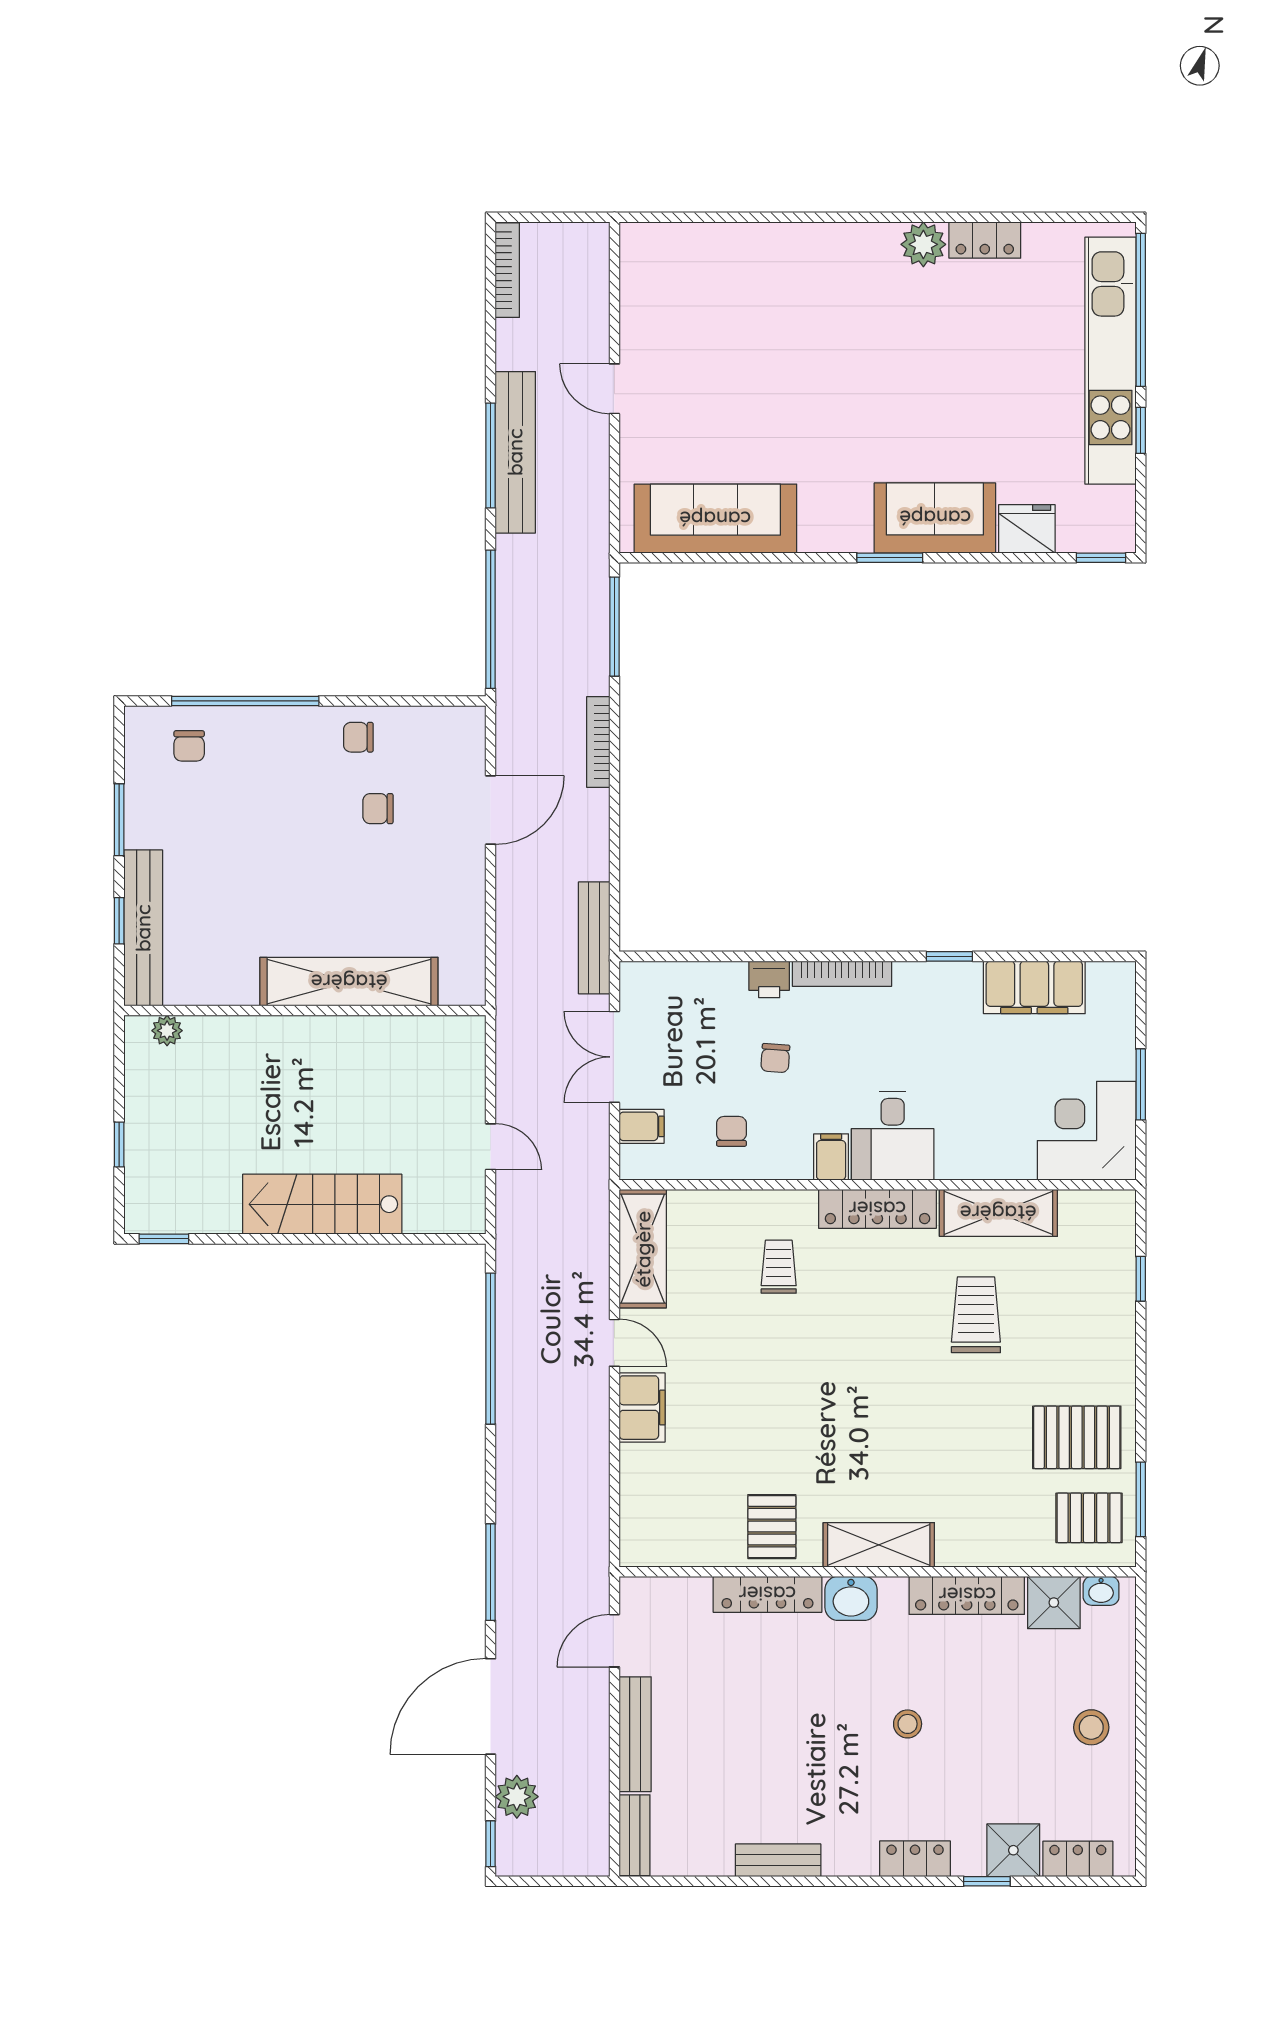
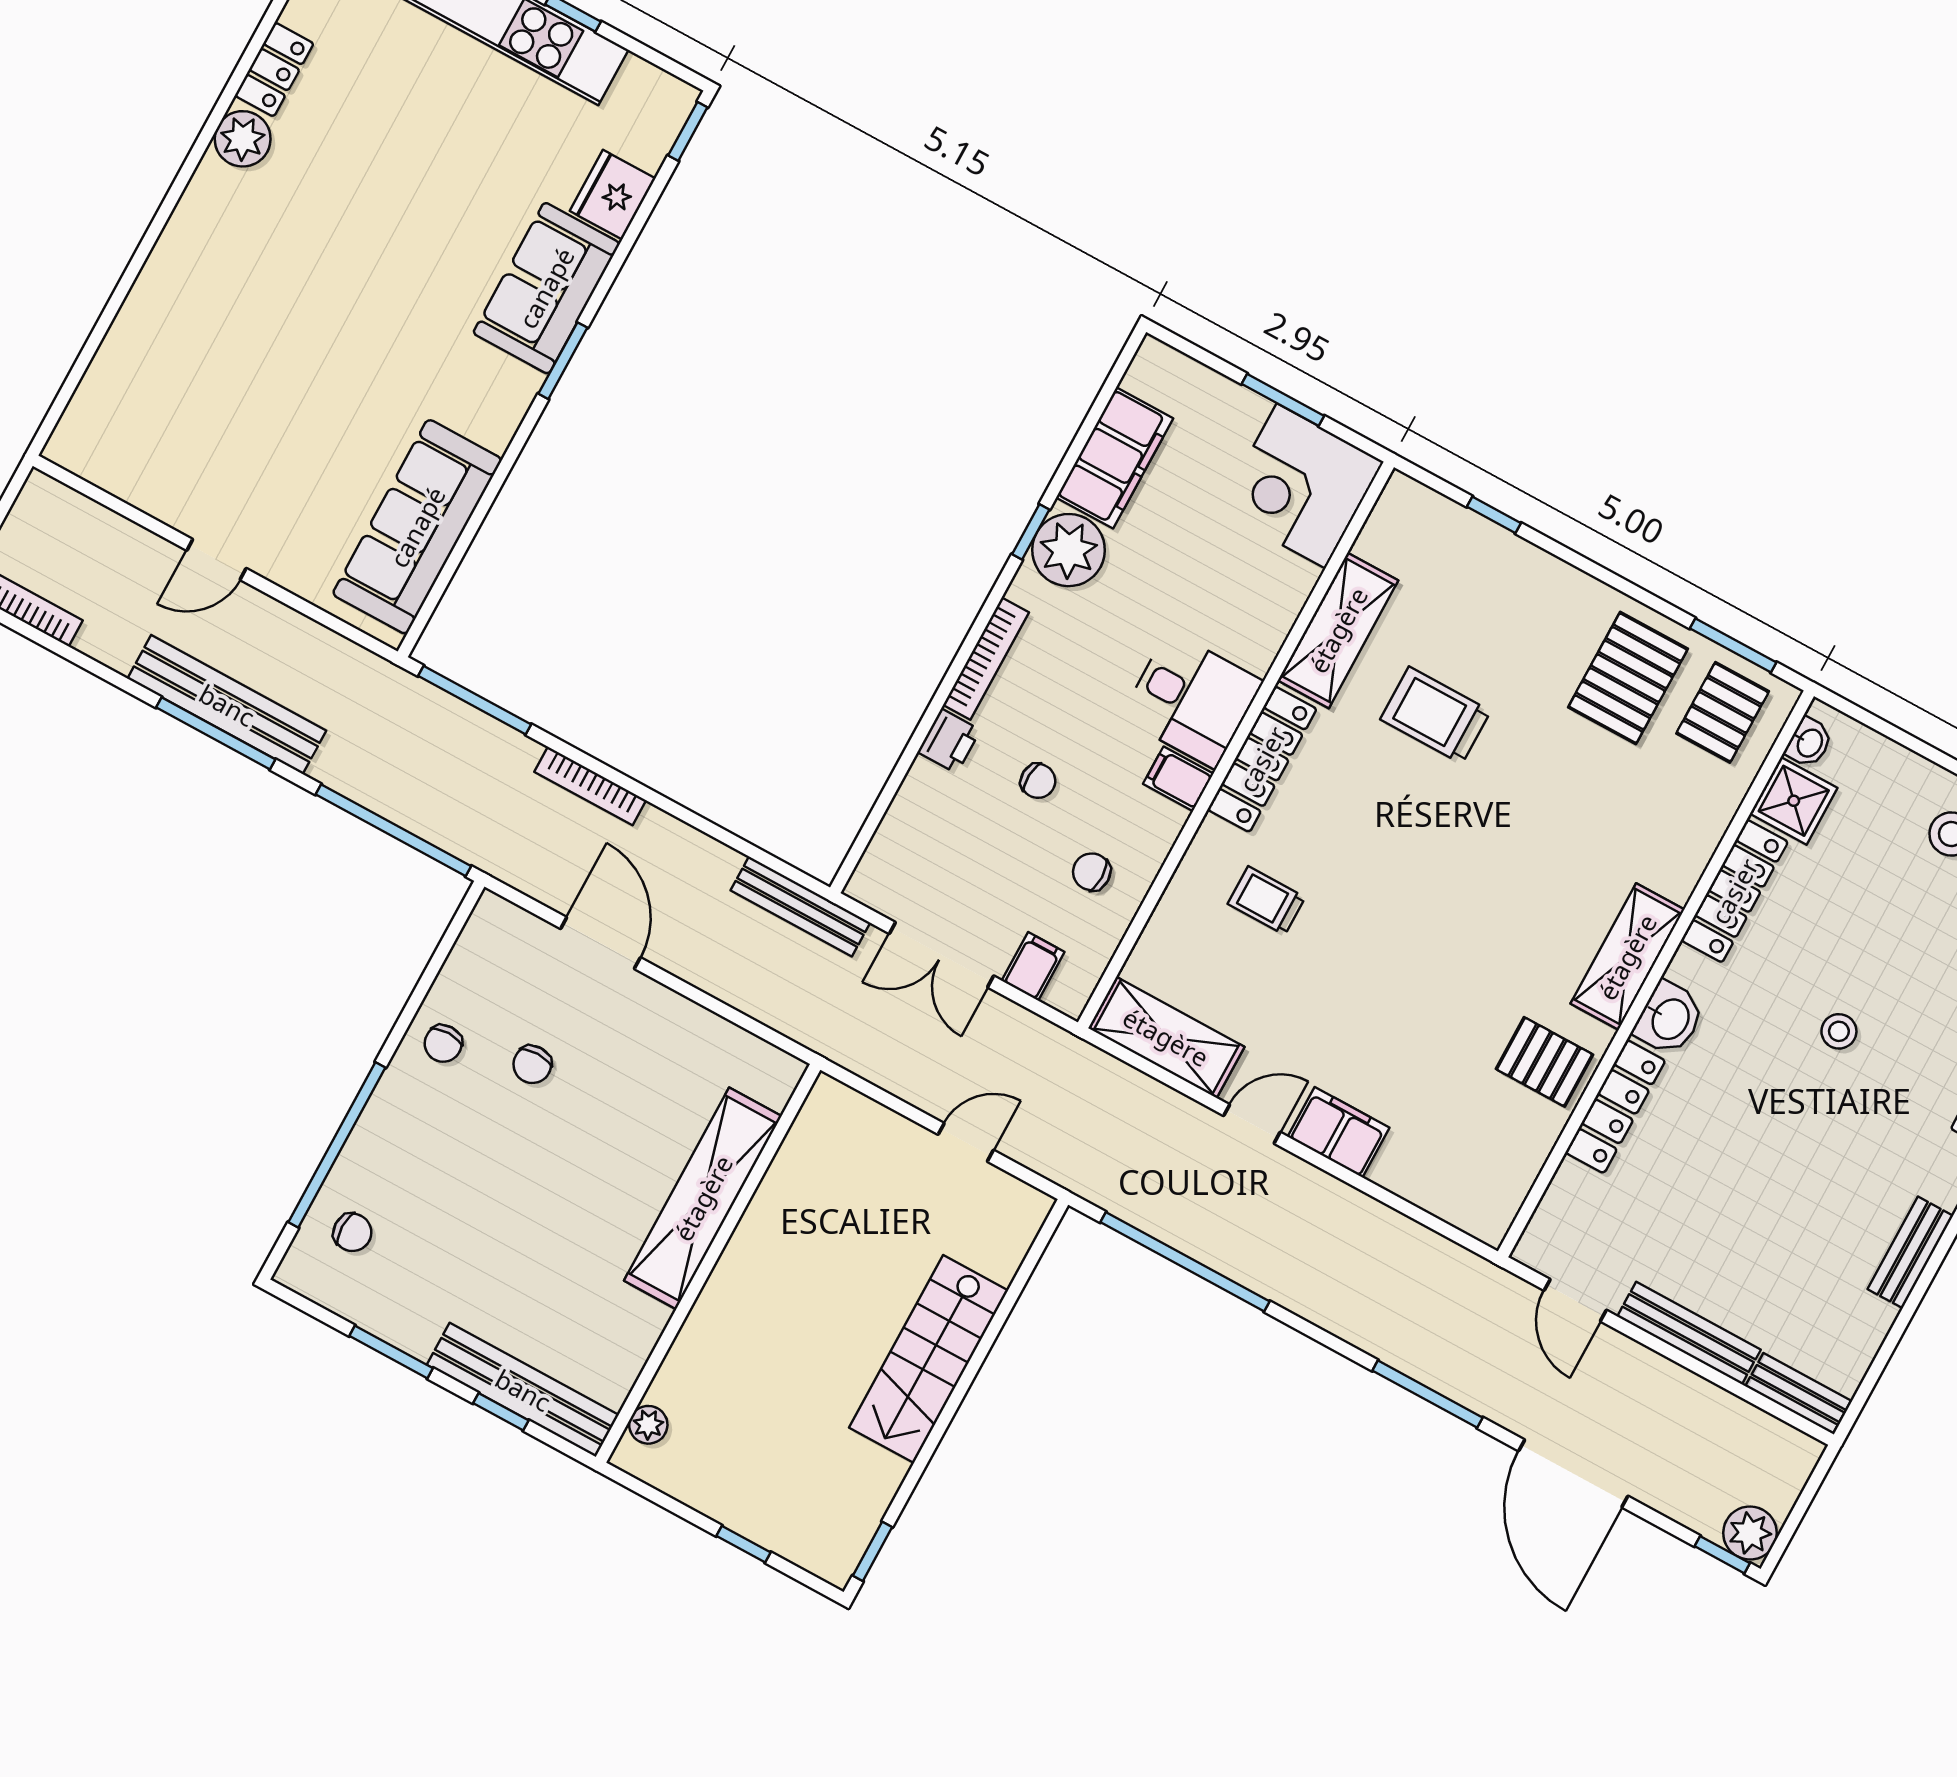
plant: (951, 990) -> (1069, 550), added
plant: (517, 1797) -> (1750, 1533), moved

